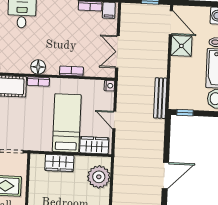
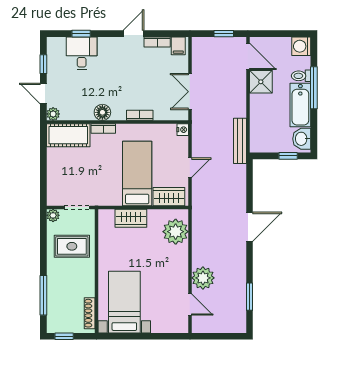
window: (185, 113) -> (288, 156), moved
door: (114, 120) -> (190, 168), swing flipped

